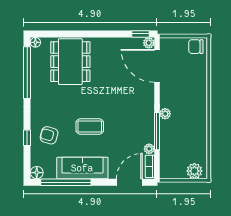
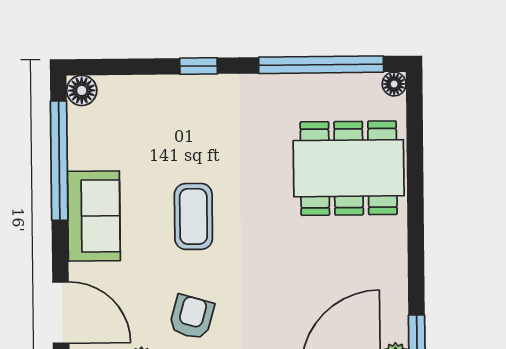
armchair: (49, 135) -> (192, 317), moved
window: (27, 138) -> (199, 66), moved
sofa: (82, 168) -> (94, 216), width x0.73

